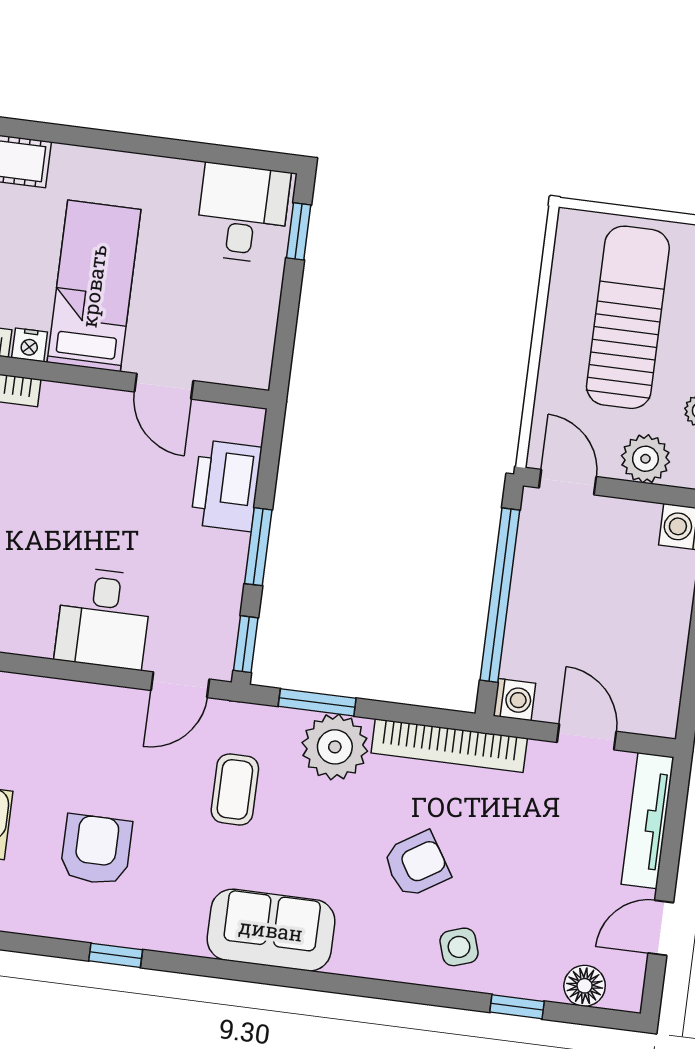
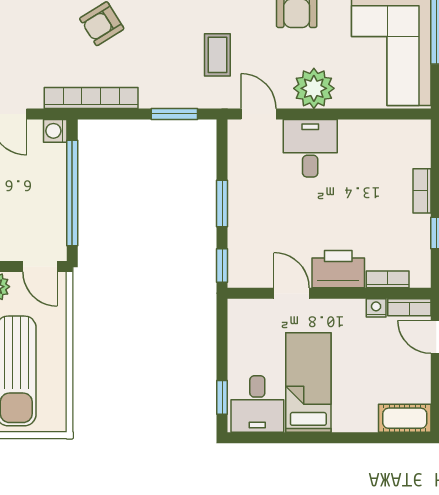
bed: (94, 286) -> (308, 382), moved, turned 180
printer: (226, 486) -> (338, 269), moved, turned -90
window: (246, 644) -> (222, 266), moved
door: (180, 685) -> (259, 114), hinge flipped
plant: (335, 747) -> (314, 88), moved

